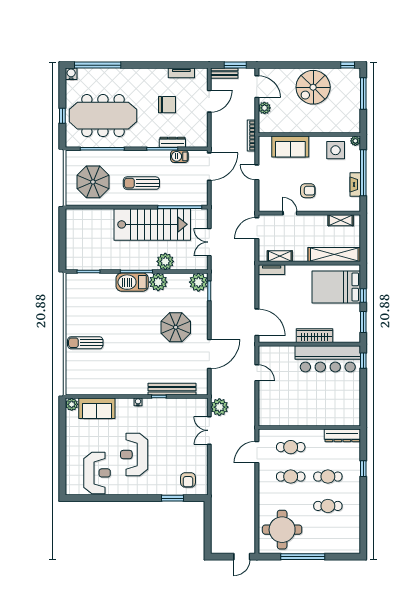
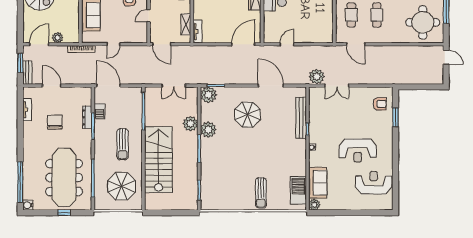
stairs: (152, 224) -> (158, 160), moved
barbecue: (132, 282) -> (298, 190), moved, turned 180

